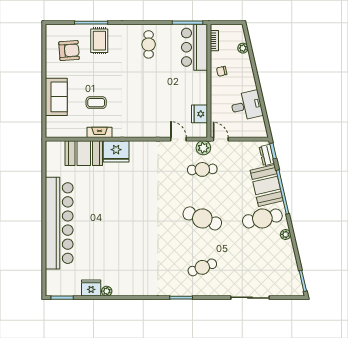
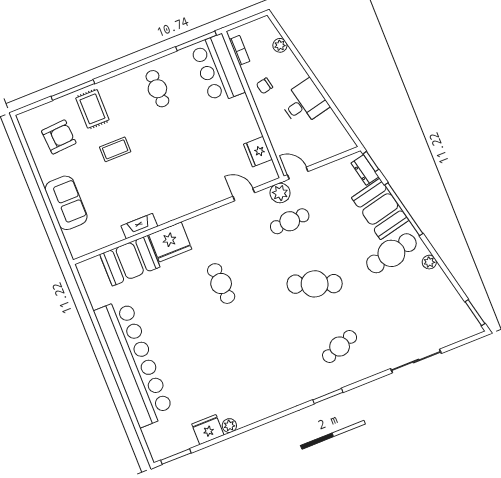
coffee table: (96, 103) -> (115, 149), moved
desk: (247, 106) -> (304, 103), moved
cafe table: (139, 193) -> (221, 284), added

